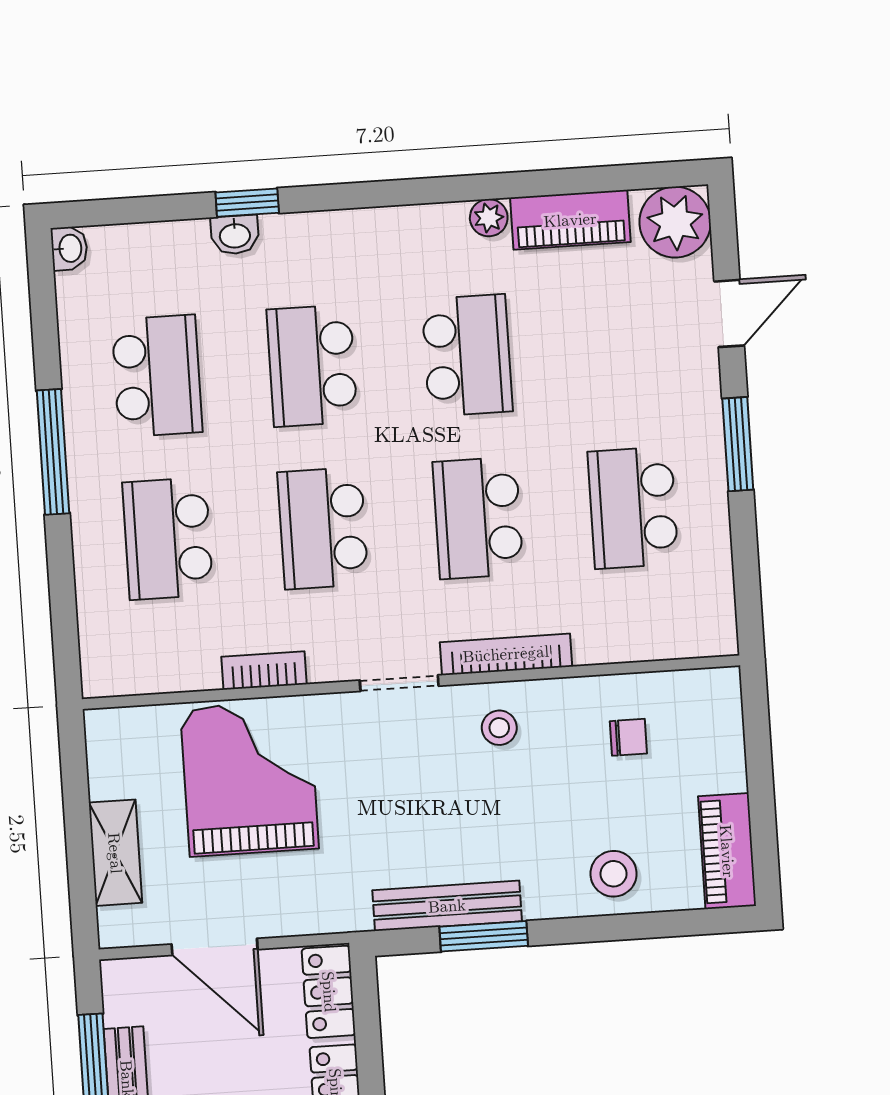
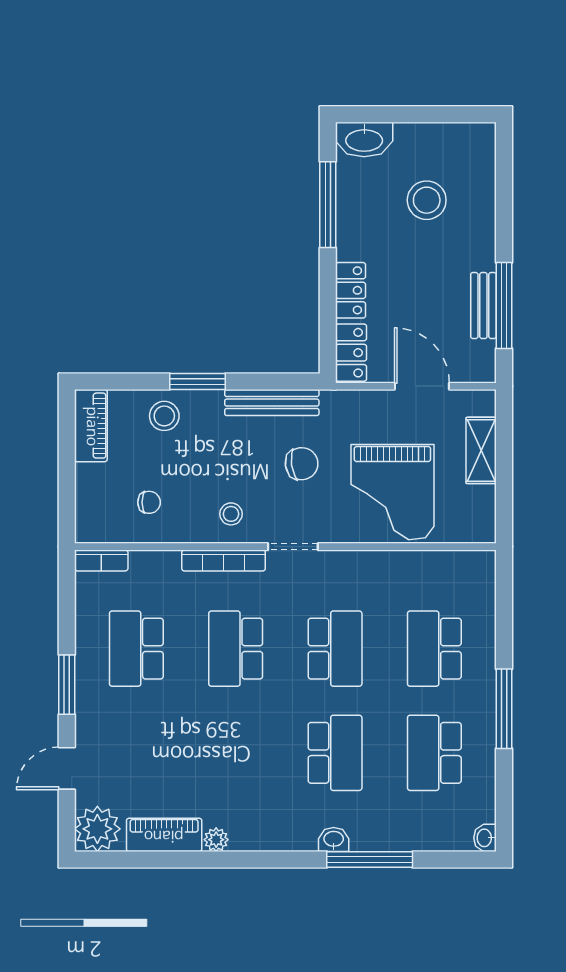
window: (247, 203) -> (370, 860), width x2.17
washbasin: (235, 235) -> (334, 840), moved
school desk: (467, 355) -> (236, 753), removed
school desk: (633, 508) -> (136, 649), turned 180
school desk: (478, 518) -> (236, 649), turned 180
school desk: (168, 539) -> (434, 649), turned 180
bookcase: (264, 670) -> (101, 560), moved
chair: (628, 737) -> (149, 502), turned 180
chair: (394, 813) -> (302, 464), added
window: (484, 936) -> (197, 382), moved

